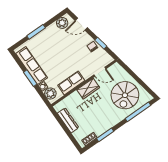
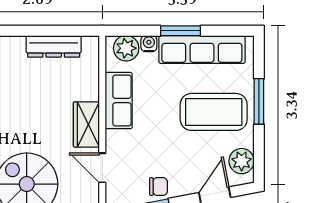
coffee table: (51, 46) -> (214, 112), added
door: (100, 72) -> (102, 168), hinge flipped

